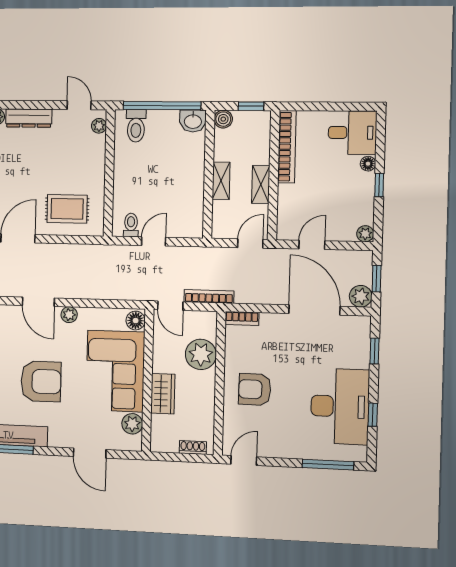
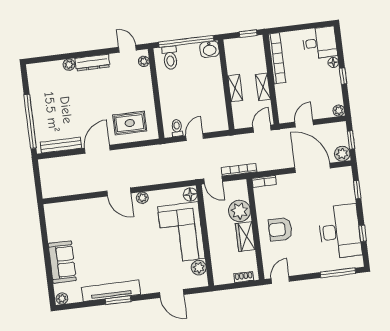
boiler: (223, 119) -> (230, 45), removed
armchair: (41, 381) -> (129, 248), removed
wardrobe: (163, 394) -> (245, 237), moved, turned 180

